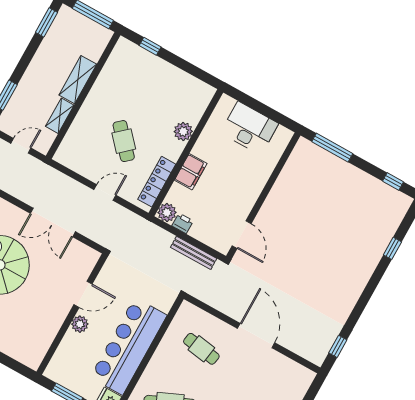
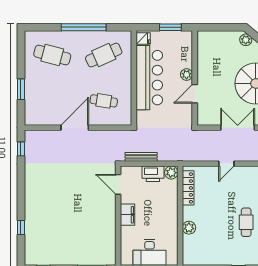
cafe table: (124, 141) -> (246, 222), moved, turned 42
filing cabinet: (191, 172) -> (127, 215), moved, turned 180
door: (105, 192) -> (226, 164), moved
printer: (183, 223) -> (153, 174), width x1.87, depth x1.48
door: (256, 336) -> (75, 128), swing flipped

